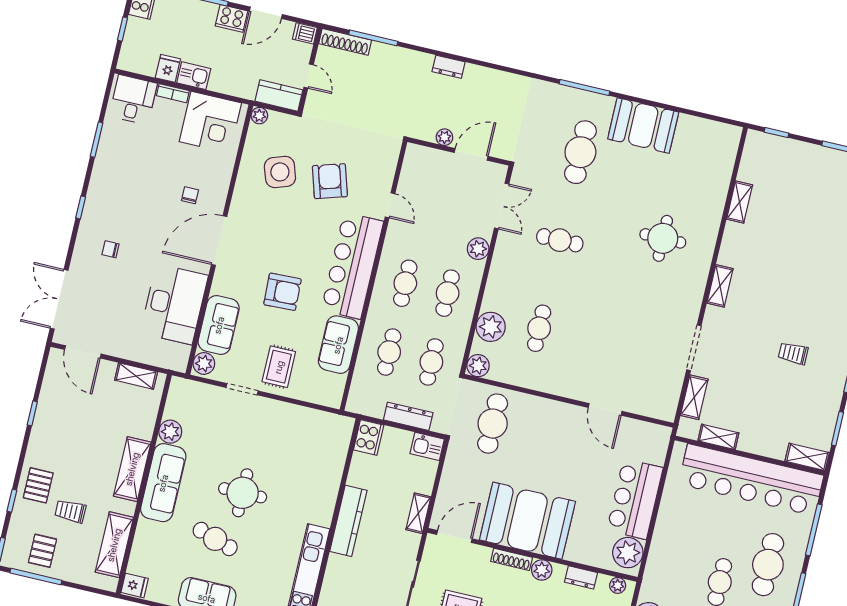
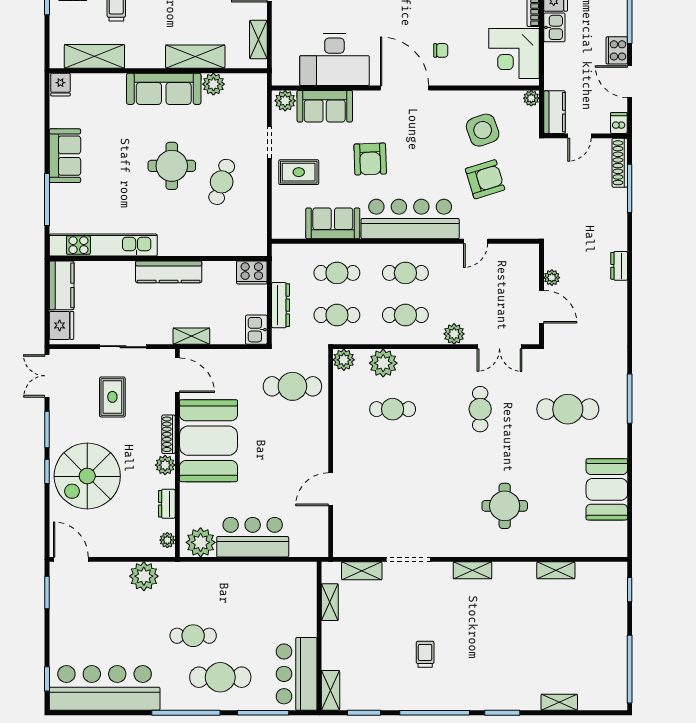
booth: (643, 126) -> (607, 489), moved
shelving: (132, 469) -> (195, 57), moved
bar counter: (751, 480) -> (297, 674), width x0.54
cafe table: (215, 539) -> (222, 182), moved

